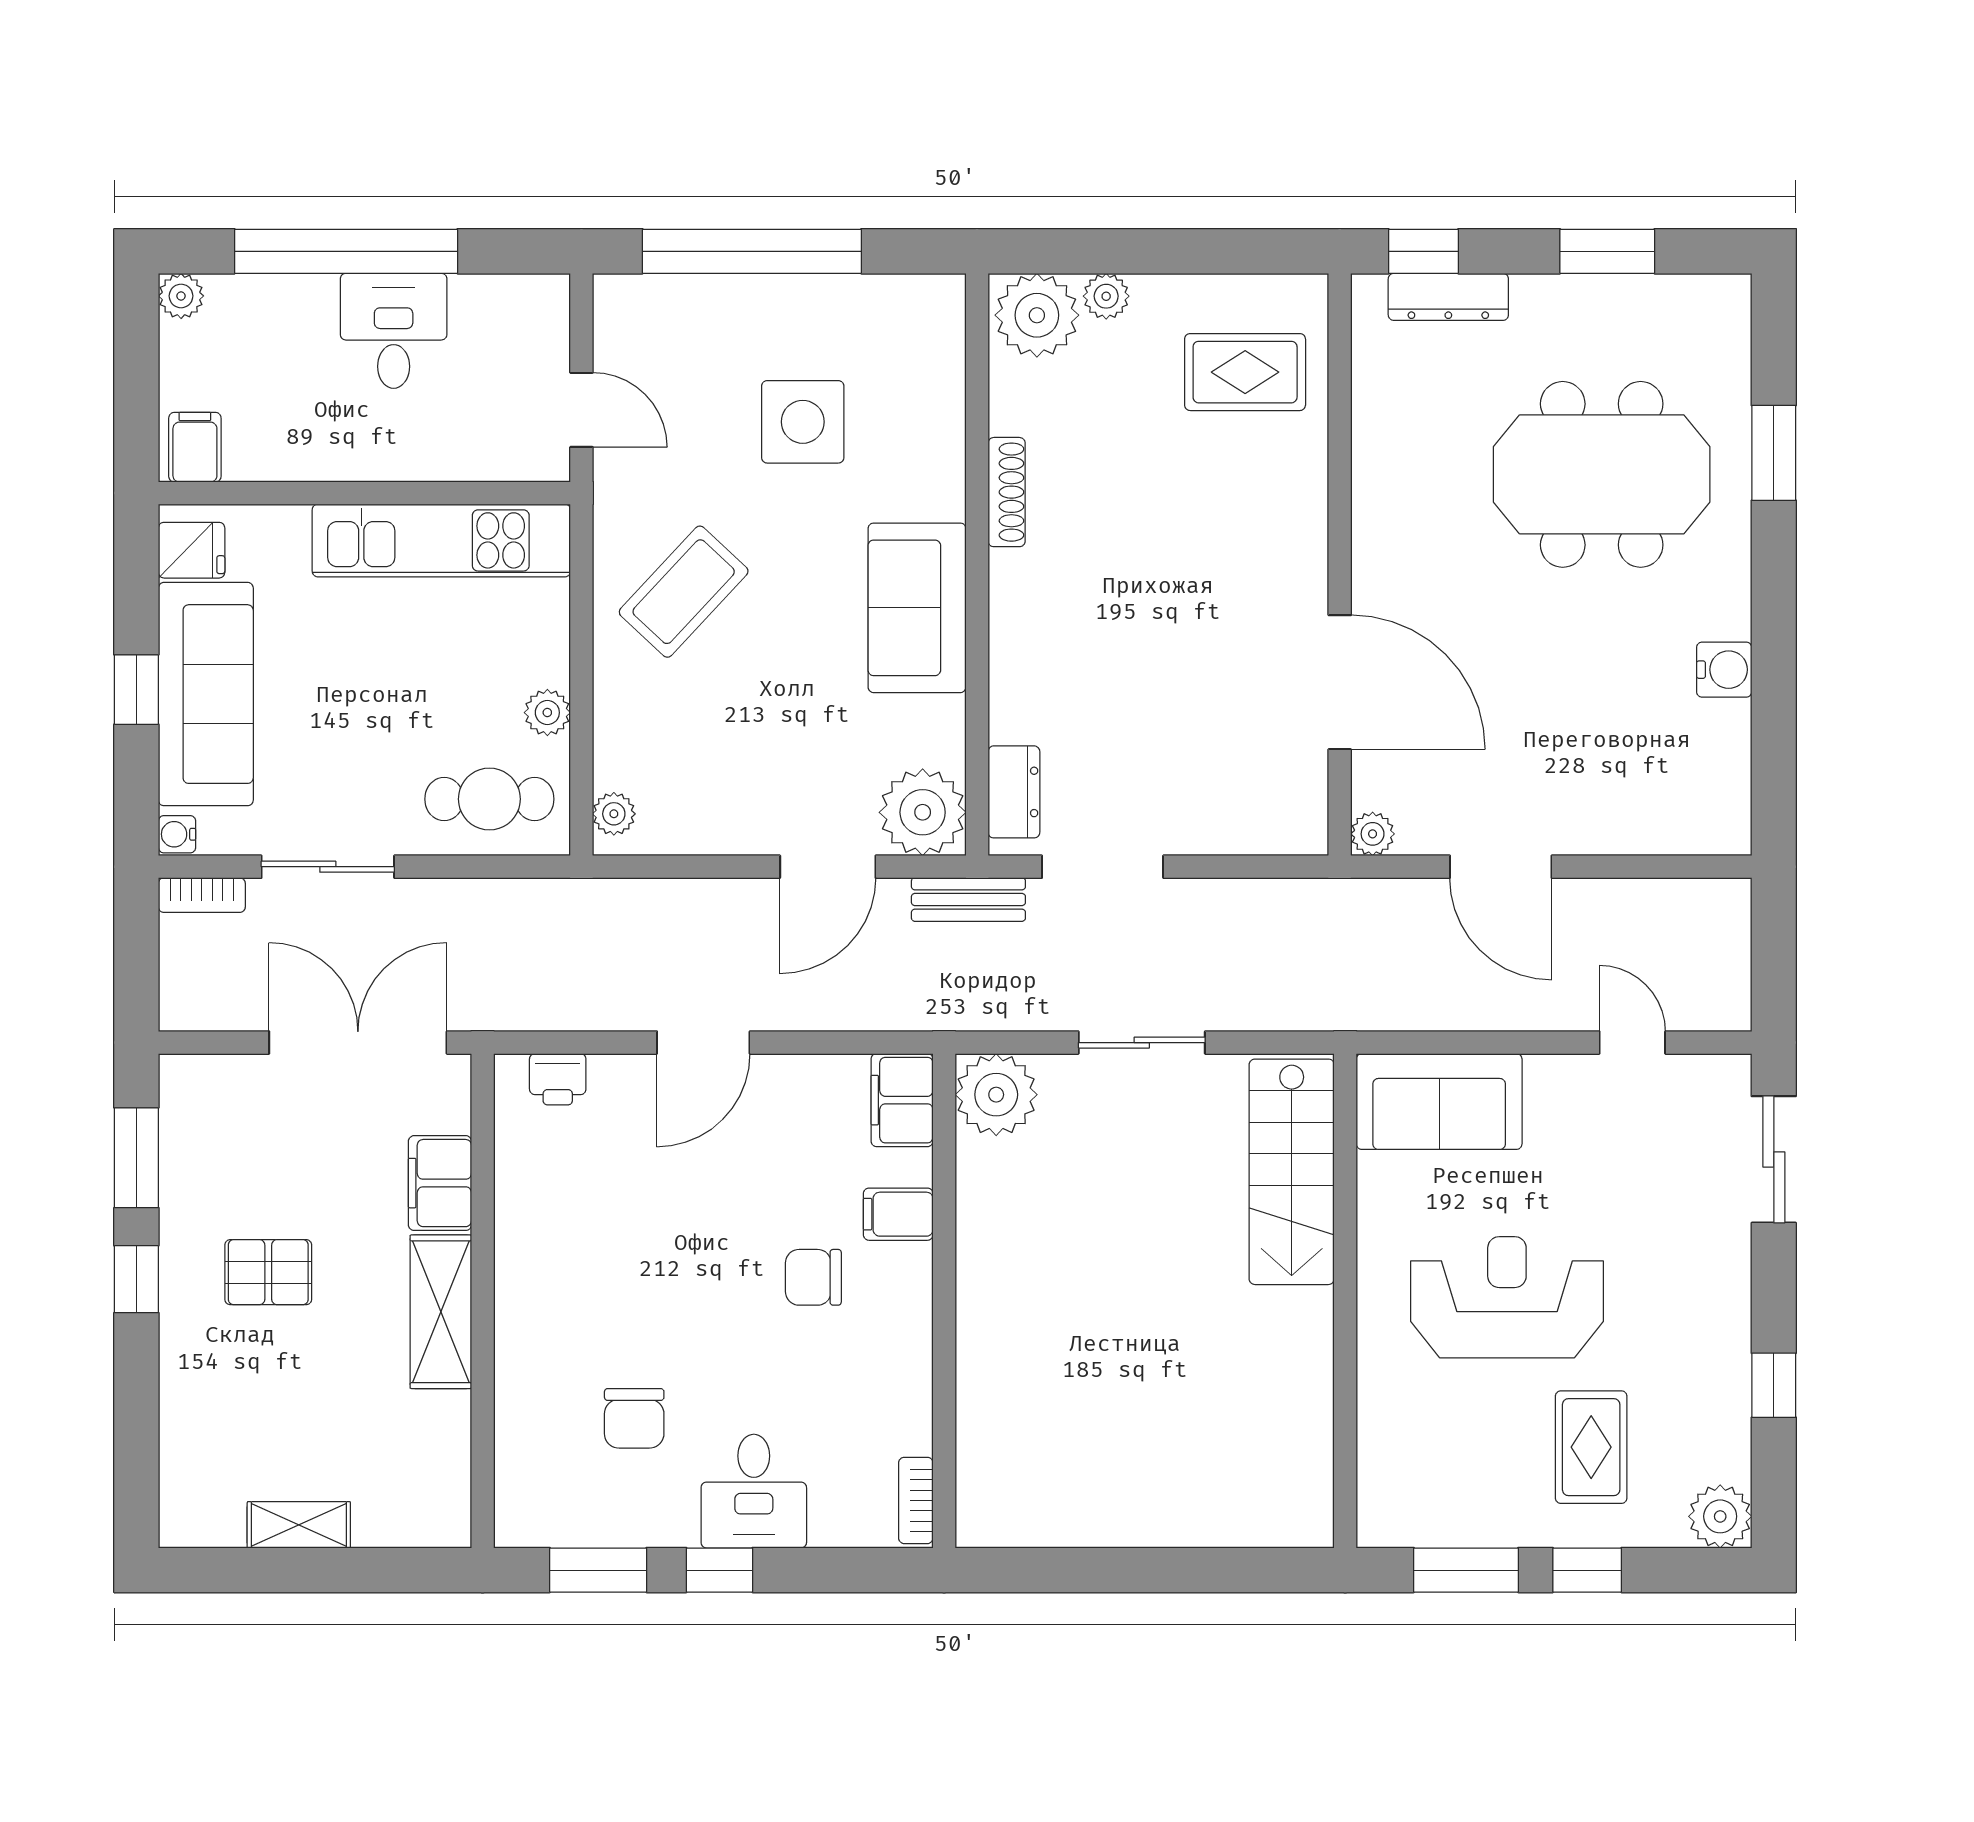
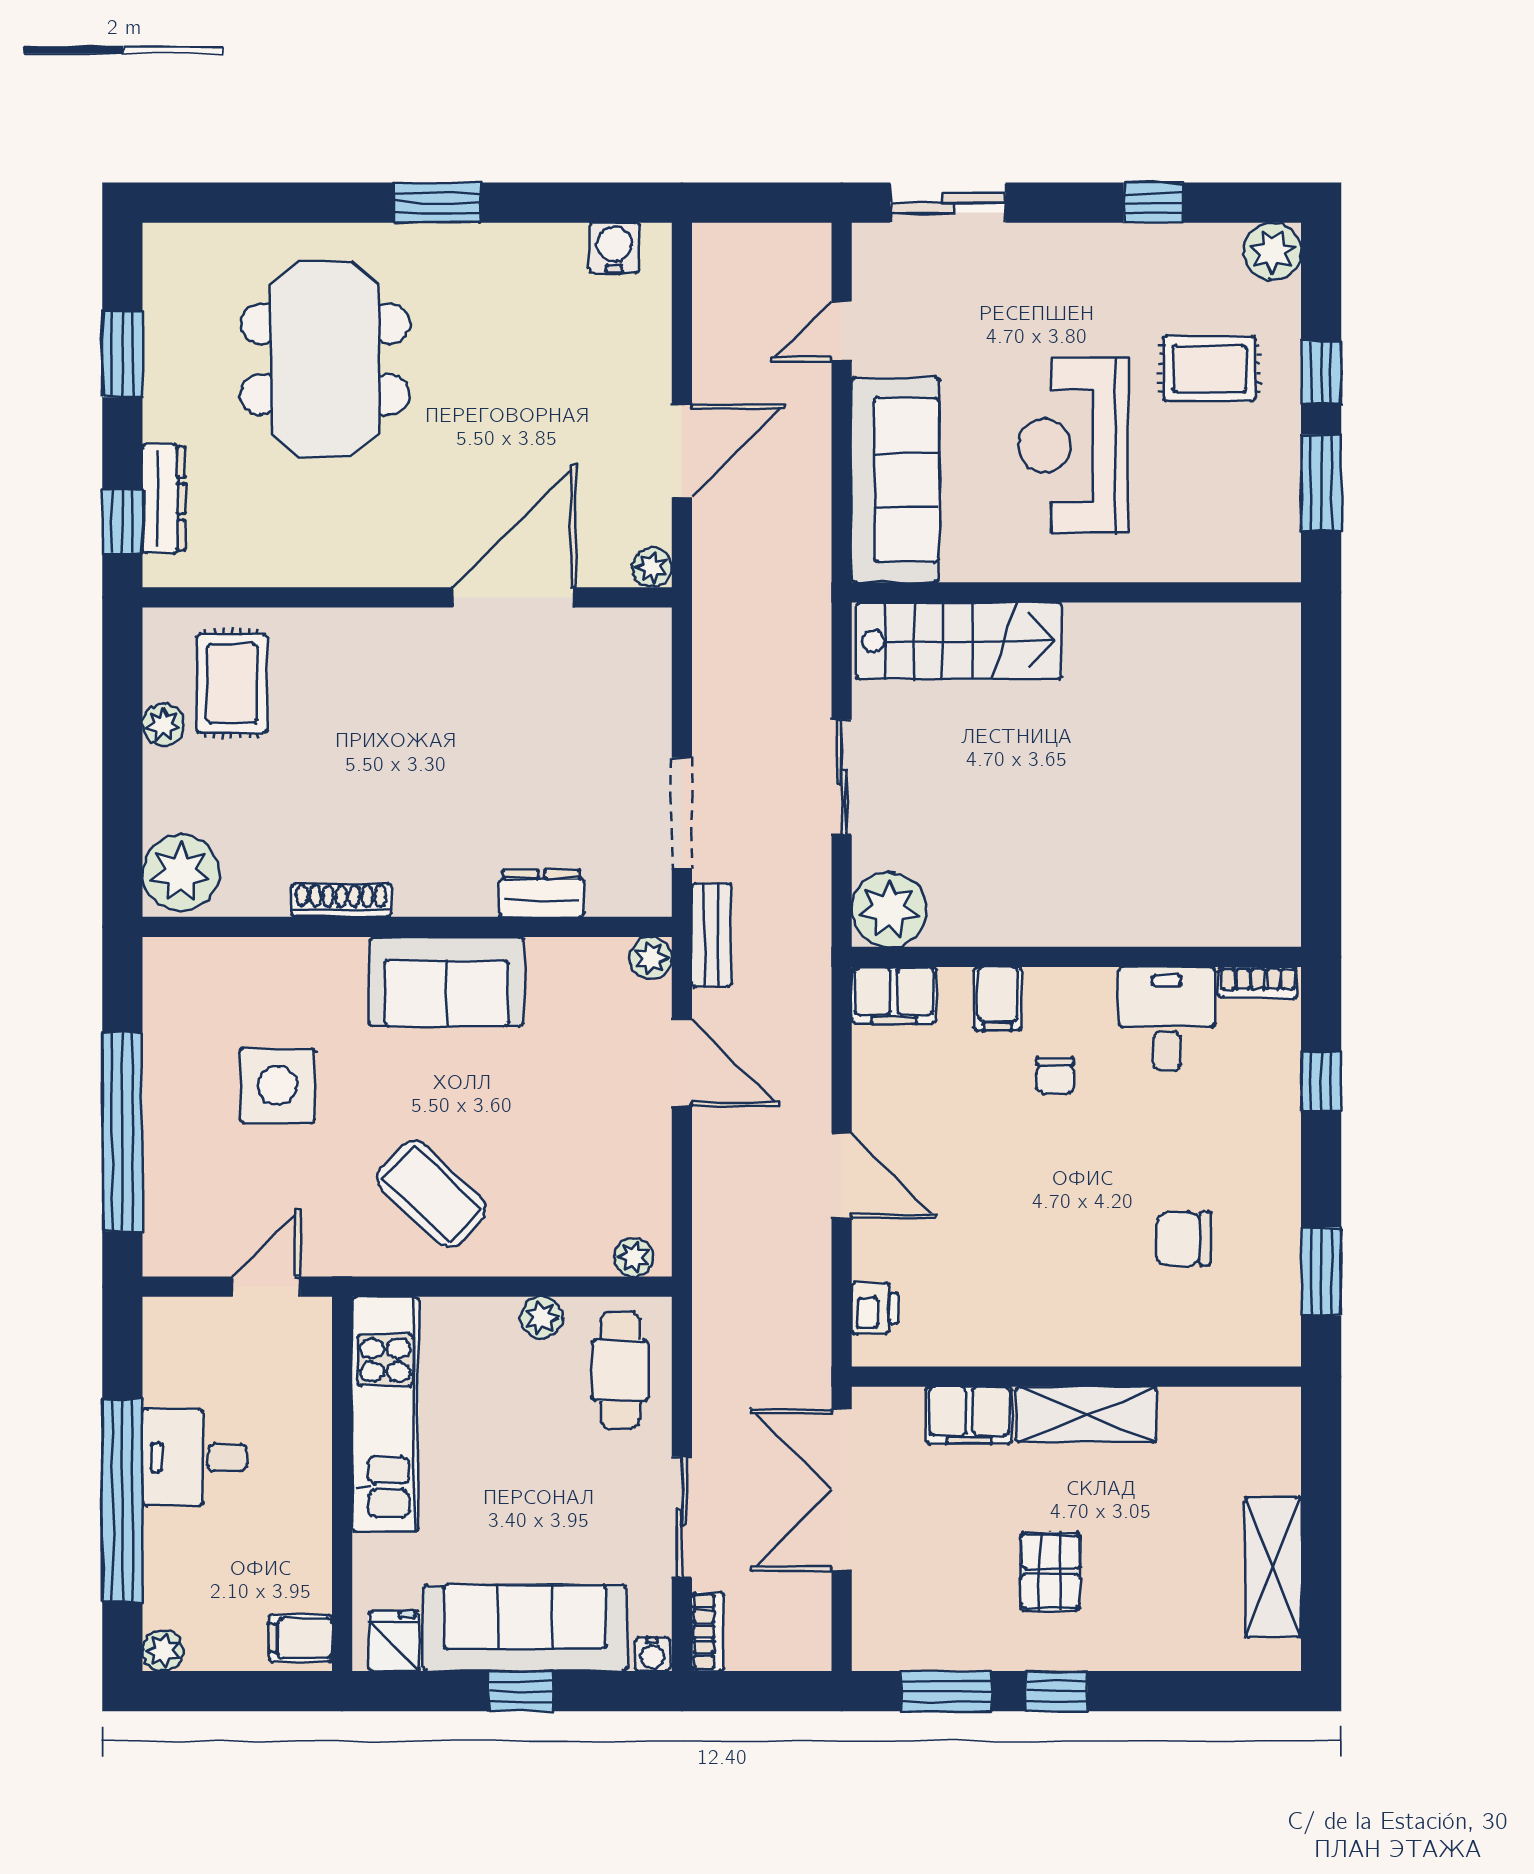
plant: (1106, 296) -> (163, 725), moved
window: (1774, 453) -> (437, 203), moved
water cooler: (1724, 670) -> (614, 248), moved
dresser: (1014, 792) -> (542, 893), moved
plant: (923, 812) -> (651, 958), width x0.53, depth x0.53
sofa: (1439, 1101) -> (895, 480), width x1.36
chair: (813, 1277) -> (1055, 1076), width x0.73, depth x0.73
chair: (634, 1418) -> (1183, 1239), turned 180
desk: (754, 1491) -> (1167, 1019), moved, turned -90
shelving: (299, 1525) -> (1273, 1567), width x1.50, depth x1.33
window: (719, 1570) -> (1321, 1081), moved

